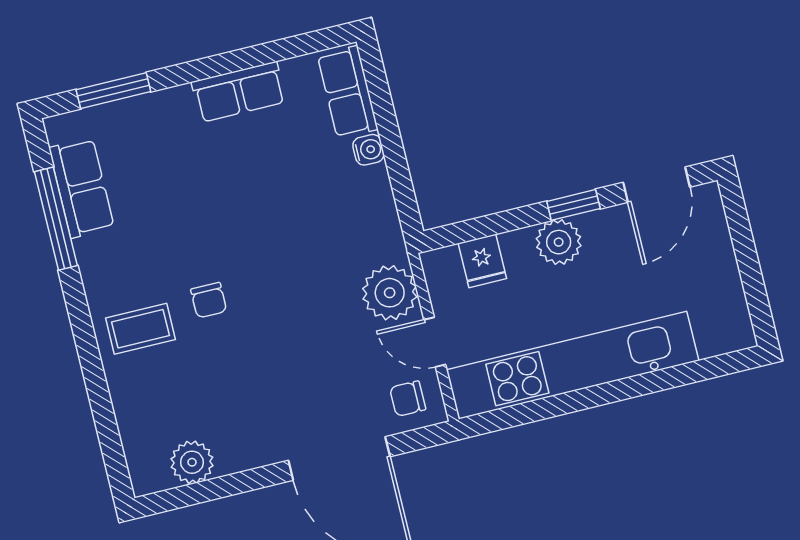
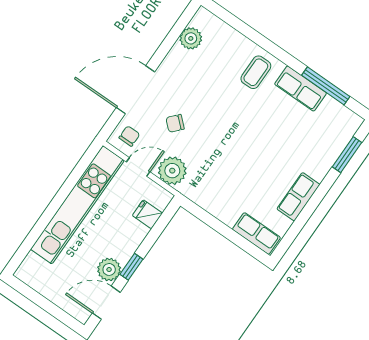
water cooler: (368, 150) -> (229, 218), removed
door: (657, 185) -> (106, 303), hinge flipped
row of seats: (82, 188) -> (301, 89), moved
plant: (559, 242) -> (109, 269), moved
chair: (209, 300) -> (175, 123), moved, turned -48

